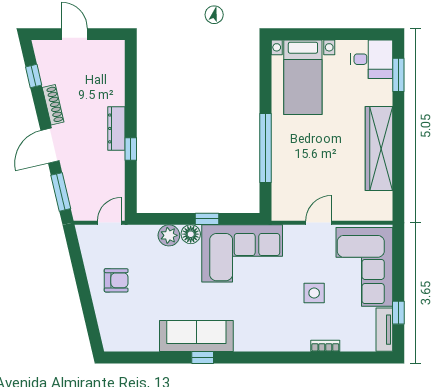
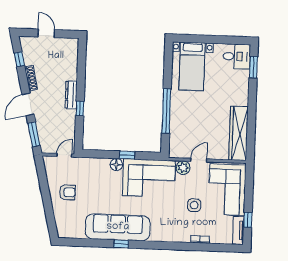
wardrobe: (379, 149) -> (238, 133), moved
plant: (169, 235) -> (183, 168), moved
sofa: (196, 336) -> (118, 227), width x1.36, depth x1.27

